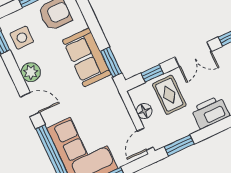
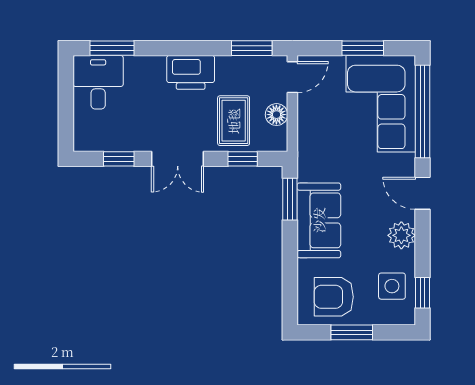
double door: (193, 54) -> (178, 159), swing flipped

